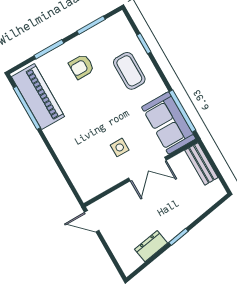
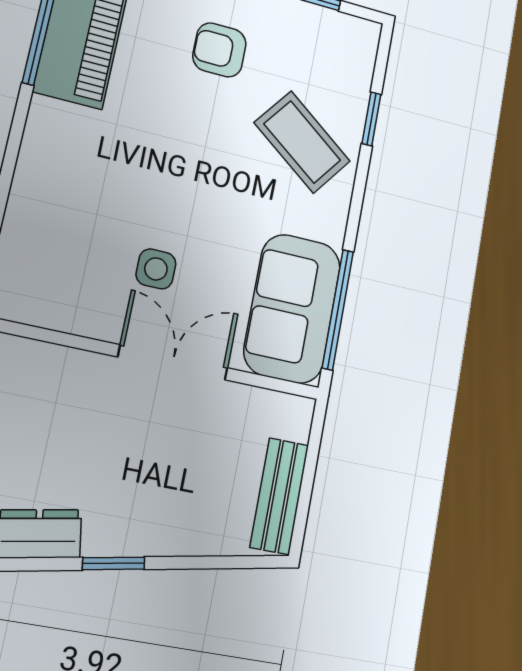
coffee table: (129, 71) -> (302, 142), turned -53
bench: (201, 164) -> (279, 496), moved
double door: (147, 169) -> (173, 362), swing flipped

